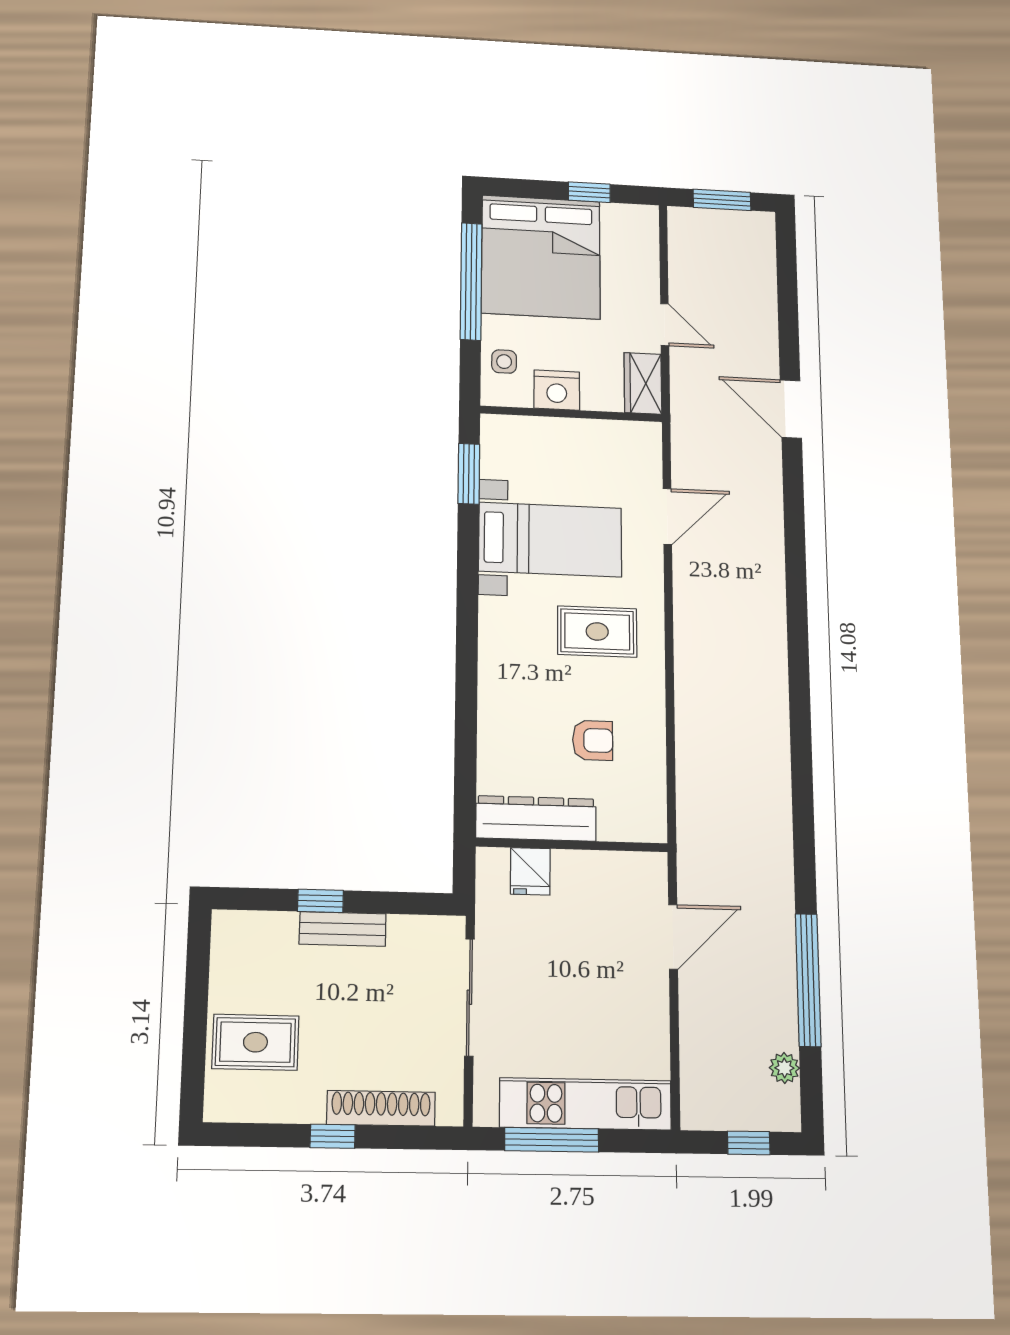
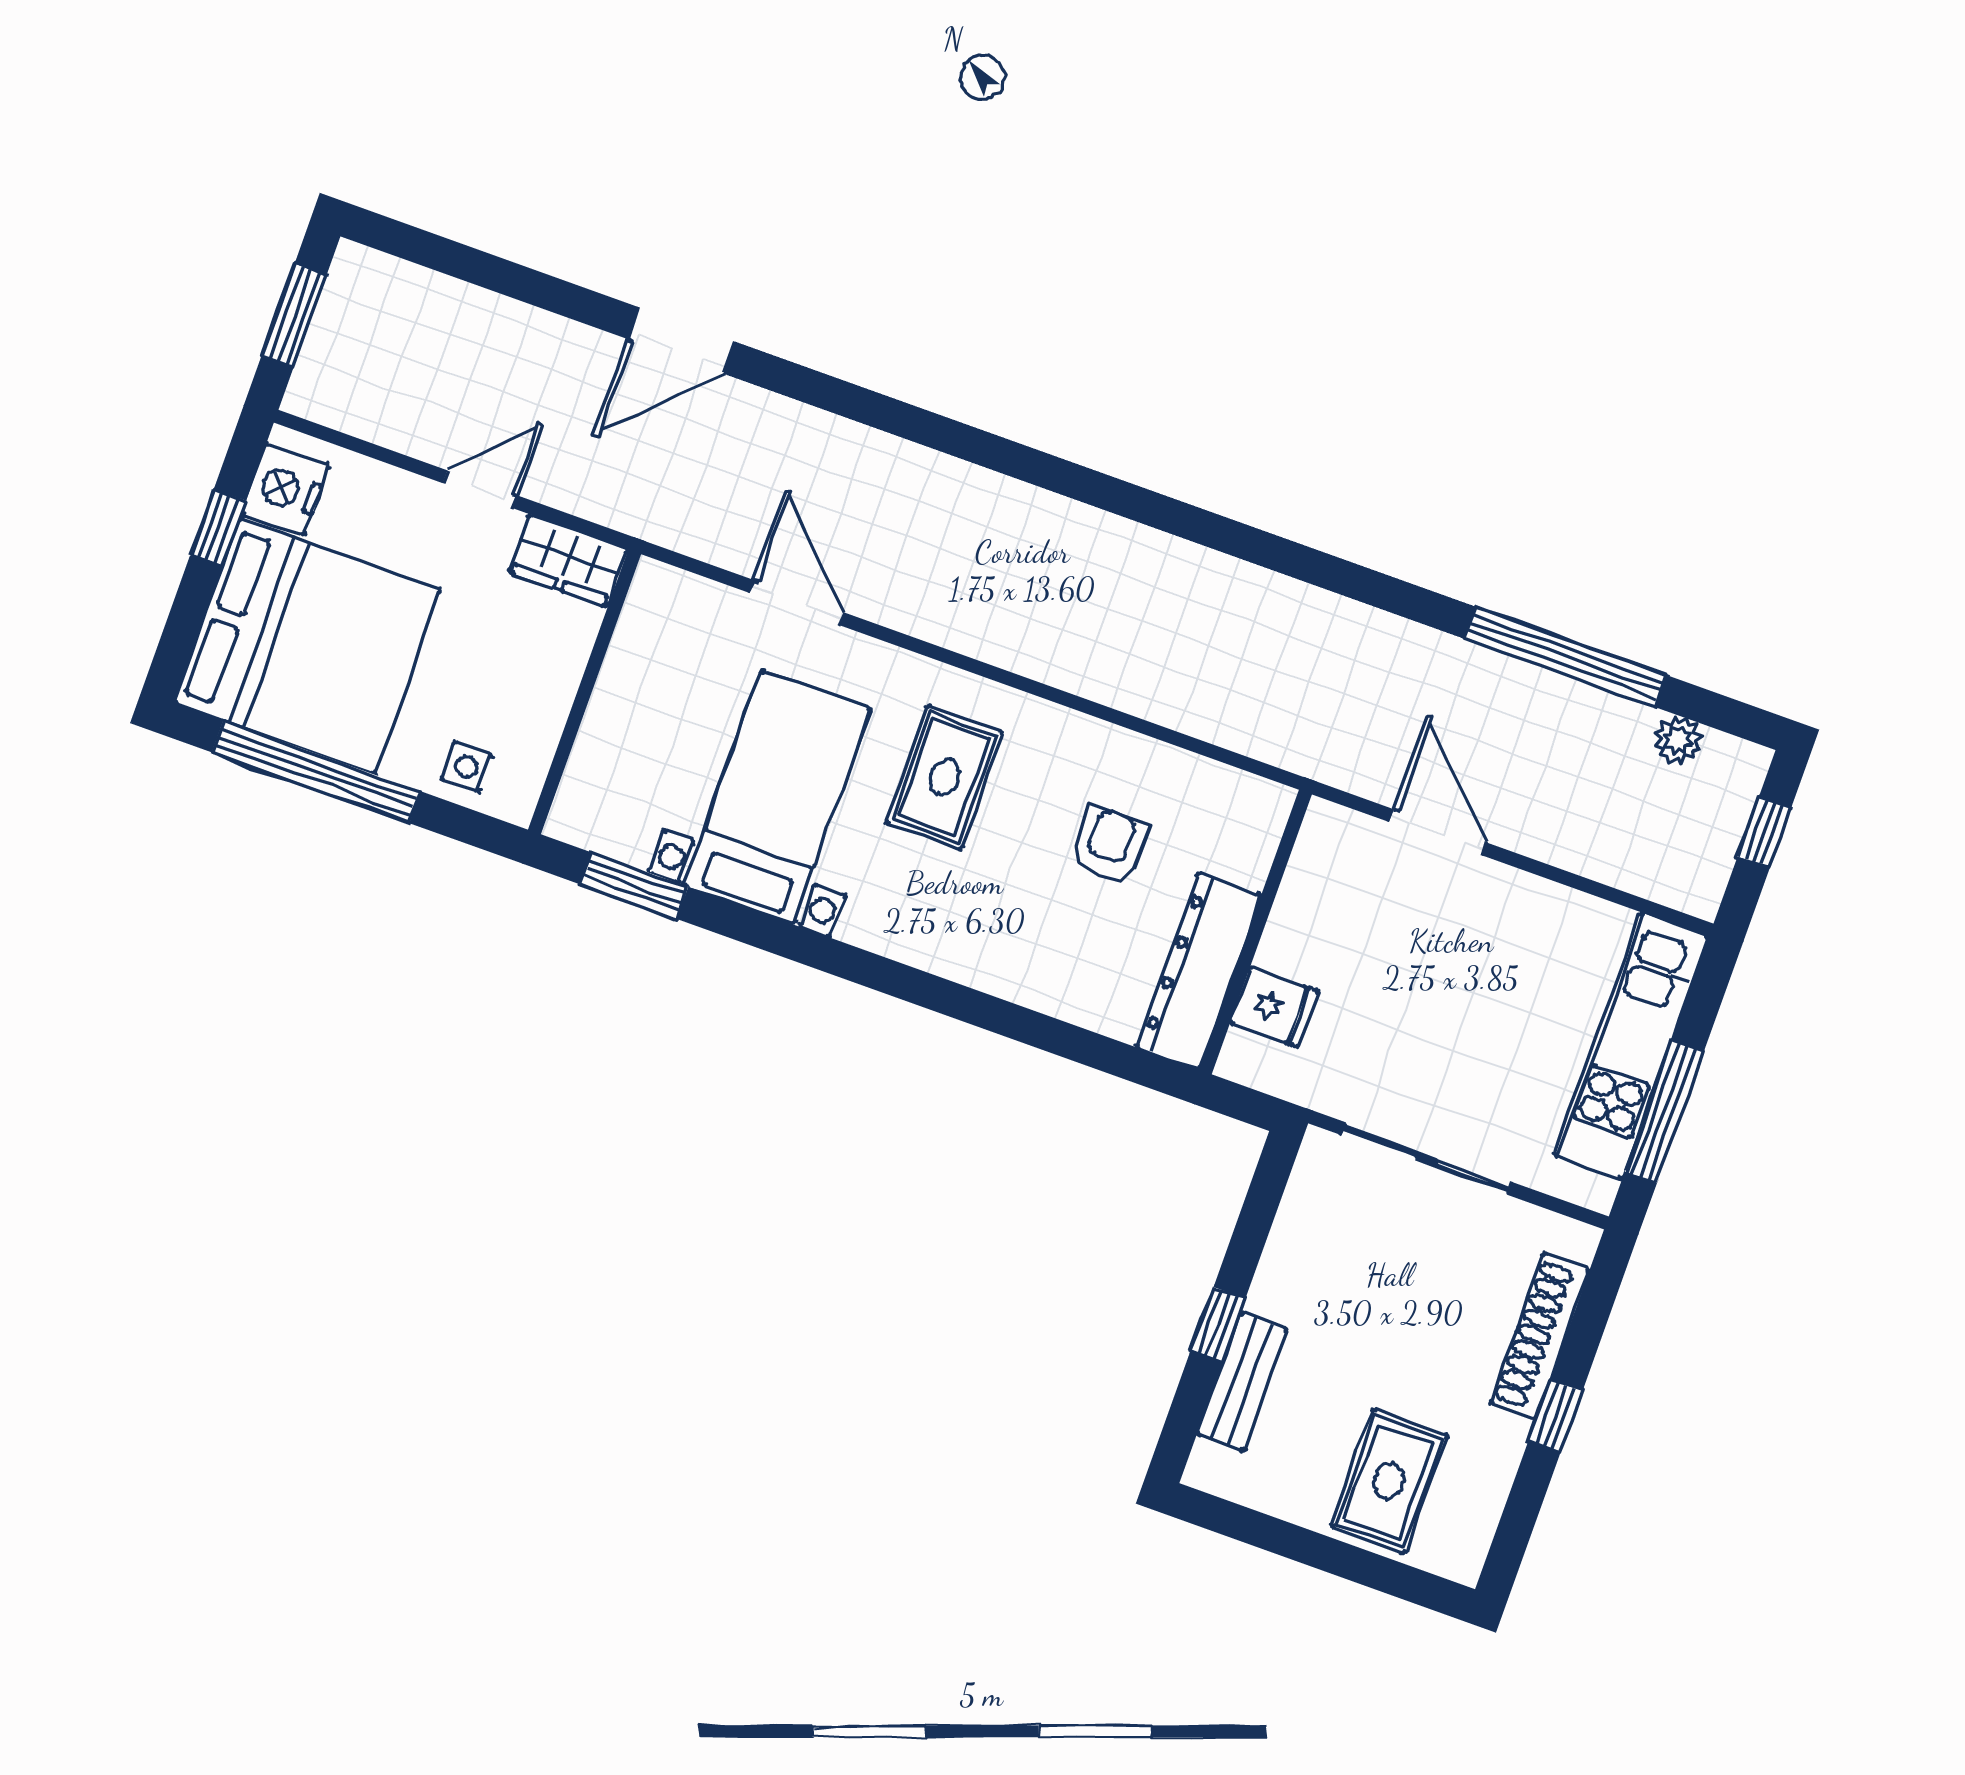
nightstand: (557, 390) -> (285, 489), moved, turned 180
bench: (343, 929) -> (1242, 1382), moved

